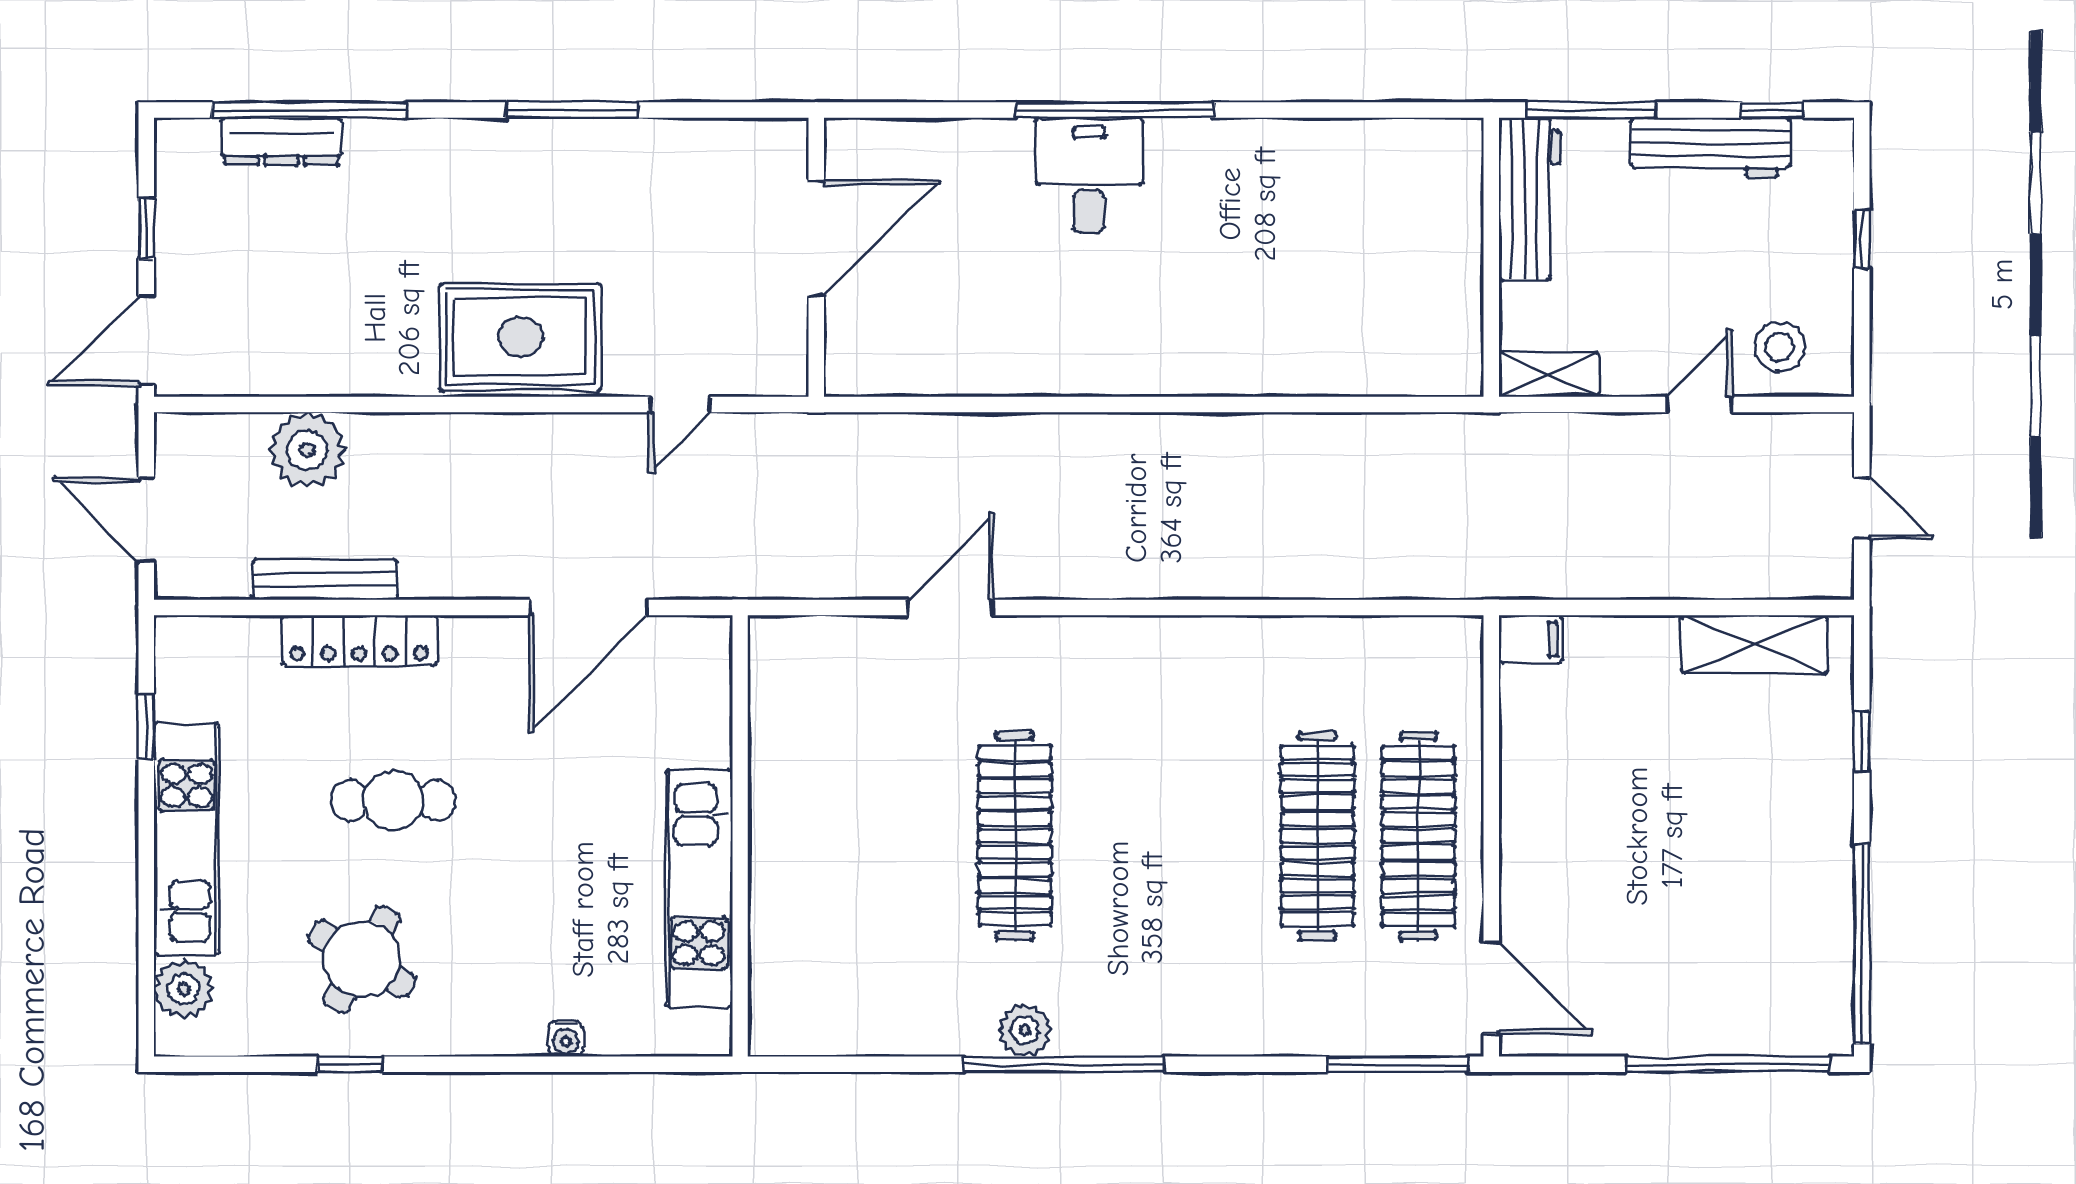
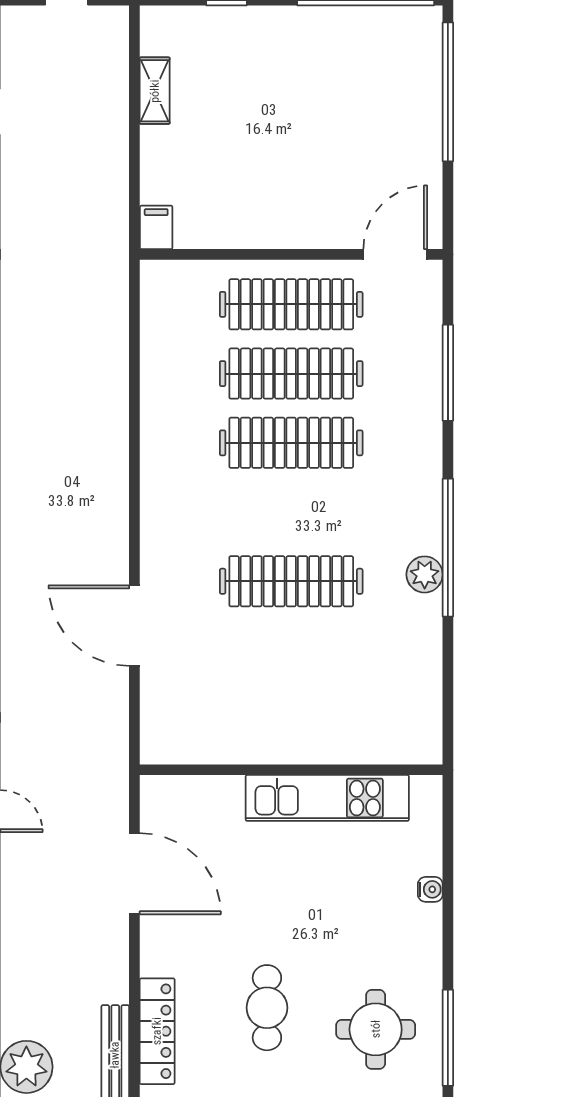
door: (950, 607) -> (134, 626), width x1.36
shelving: (1754, 644) -> (155, 91), width x0.67, depth x0.75
clothes rail: (1217, 836) -> (291, 443), added
round table: (362, 959) -> (376, 1029), turned -31
window: (349, 1064) -> (448, 1038), width x2.17
window: (1398, 1064) -> (448, 373), moved

